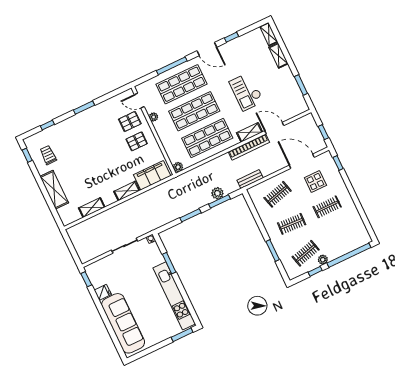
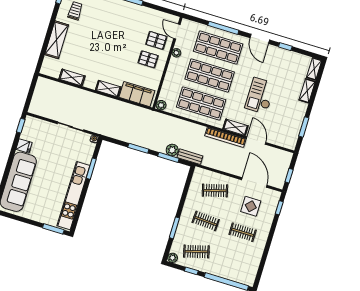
bench: (250, 179) -> (190, 157), moved
plant: (323, 260) -> (173, 258), moved

